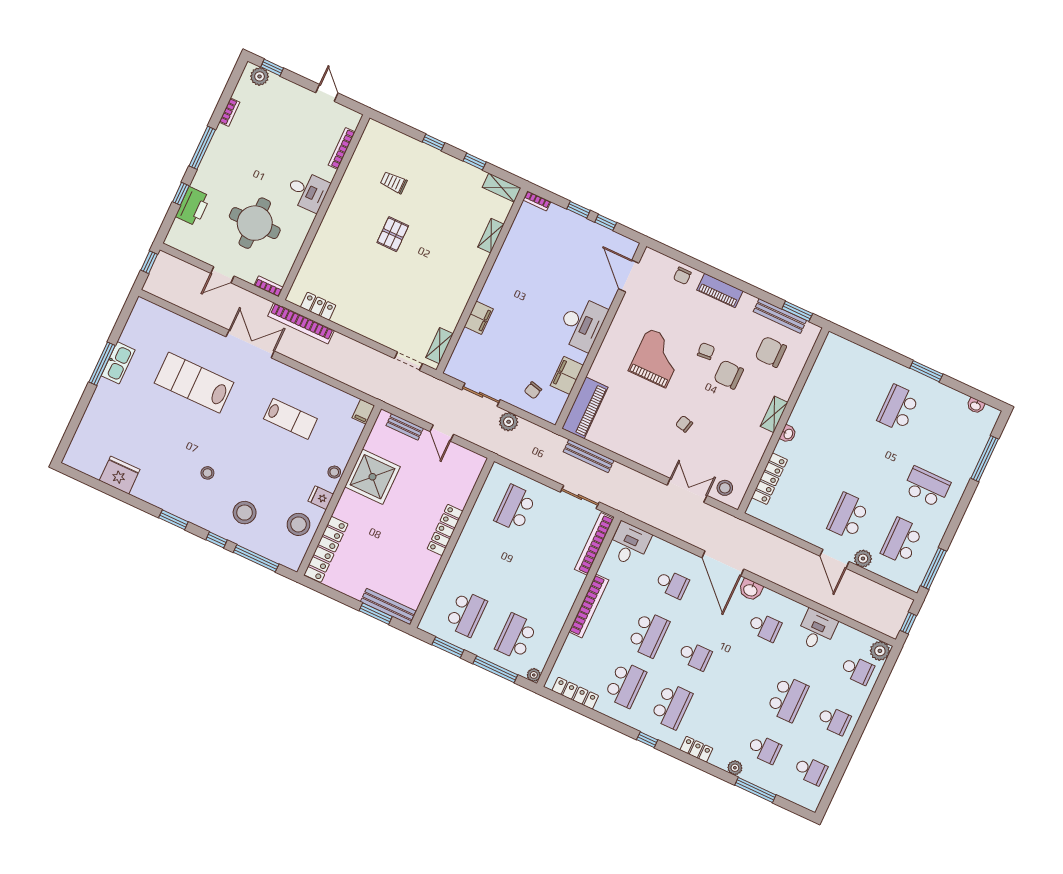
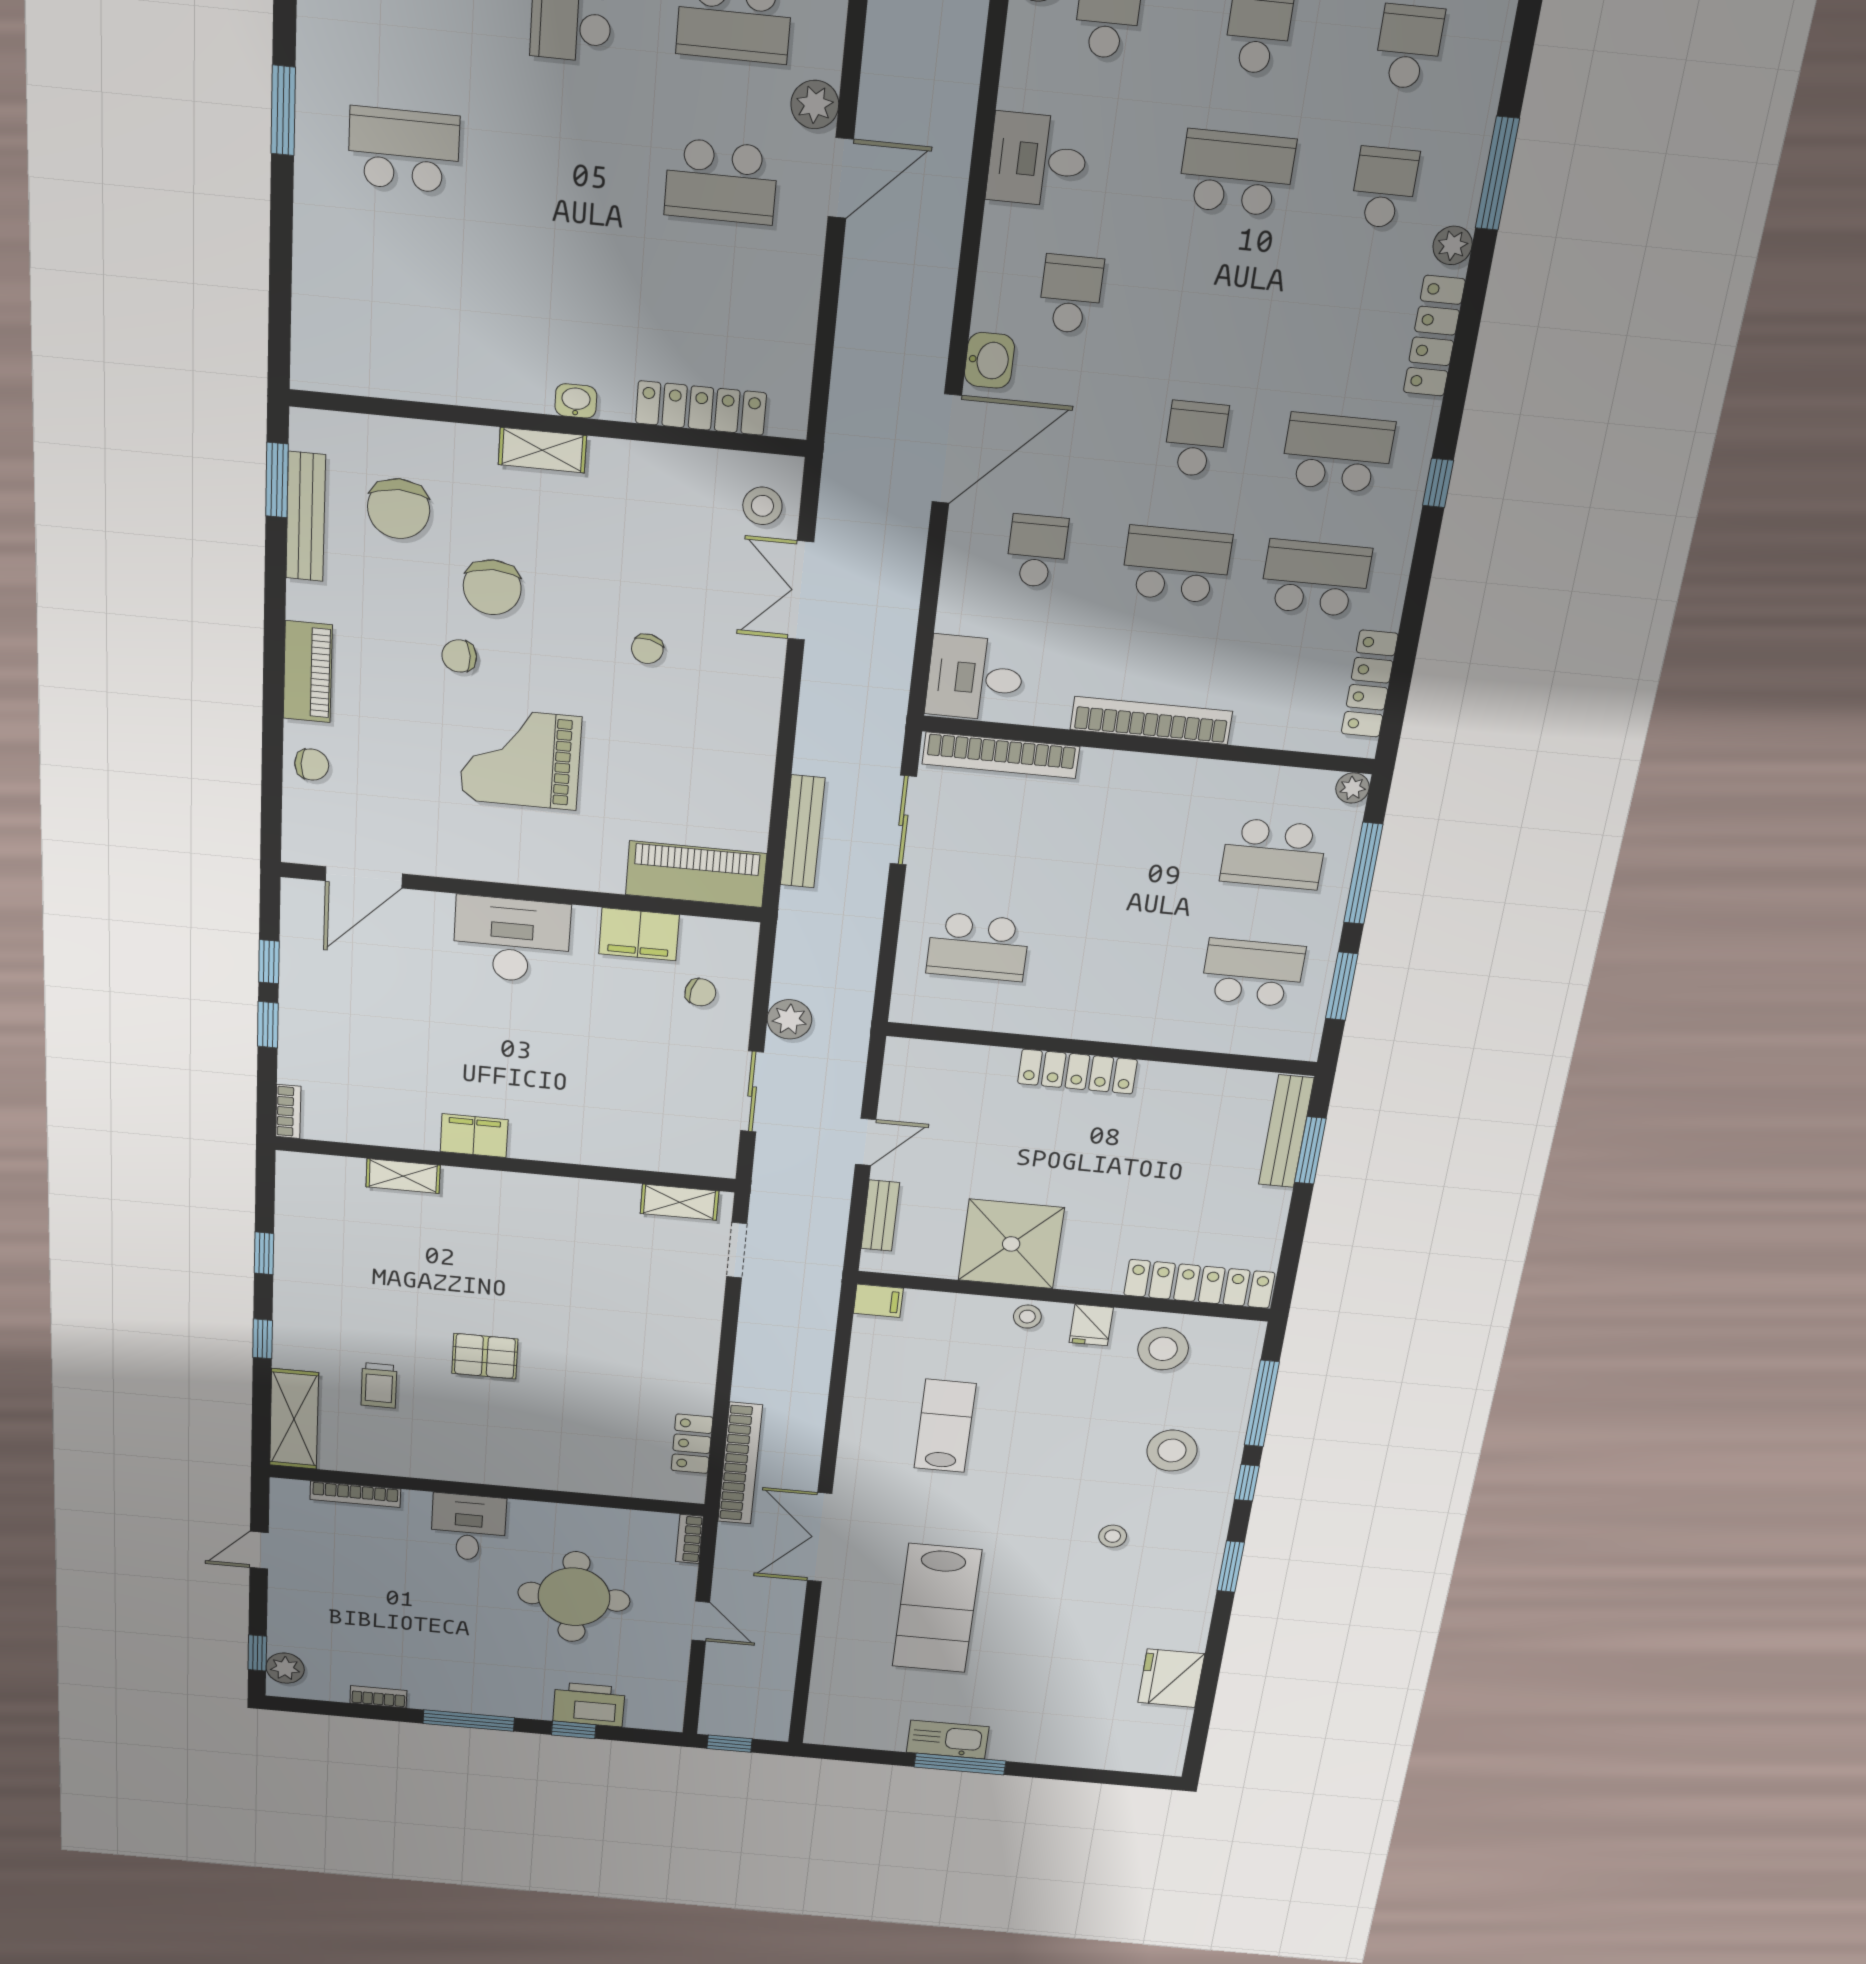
shelving: (502, 188) -> (294, 1419), moved, width x1.50, depth x1.33
filing cabinet: (479, 318) -> (474, 1136), moved
school desk: (898, 408) -> (404, 150), turned 180
locker: (696, 749) -> (1434, 336), width x1.53

